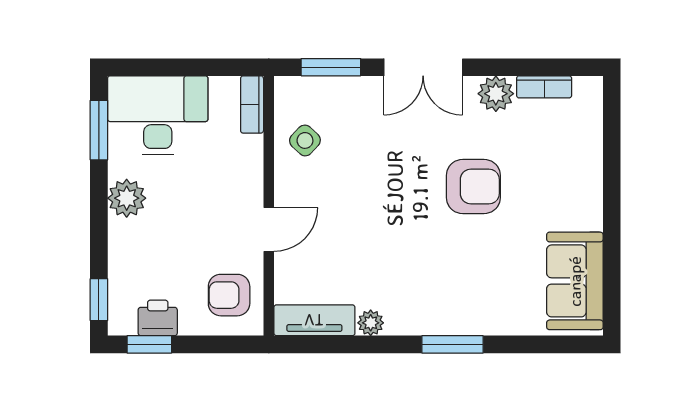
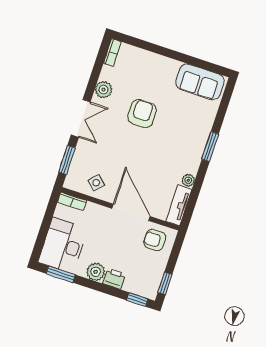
bookcase: (544, 87) -> (112, 53), moved
door: (269, 230) -> (131, 212), width x1.88
armchair: (229, 295) -> (155, 240), turned 90
printer: (158, 318) -> (114, 279), moved, turned 90

